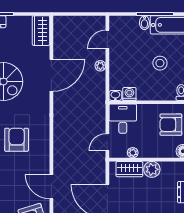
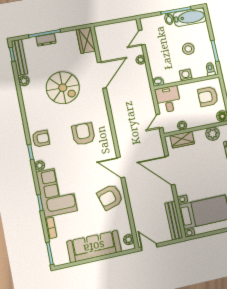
washing machine: (129, 94) -> (186, 75), moved
plant: (152, 169) -> (213, 134), moved

